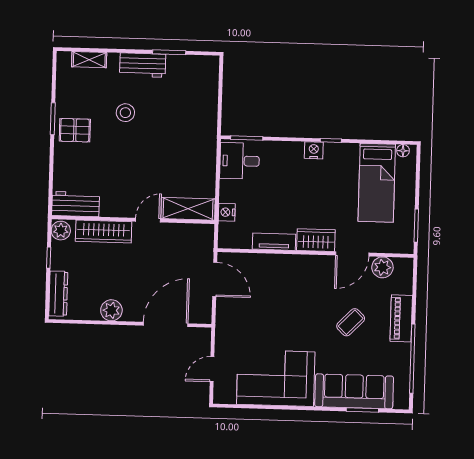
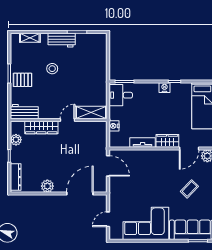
workbench: (76, 204) -> (24, 112), moved
shelving: (188, 209) -> (91, 112), moved
wall: (133, 220) -> (59, 120), moved
door: (148, 220) -> (68, 120), moved
wardrobe: (104, 232) -> (41, 127), moved

